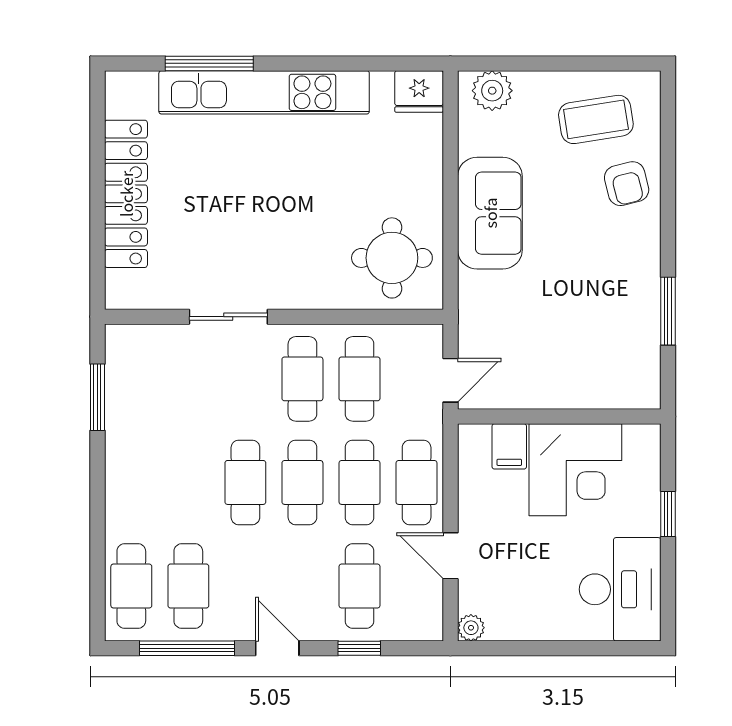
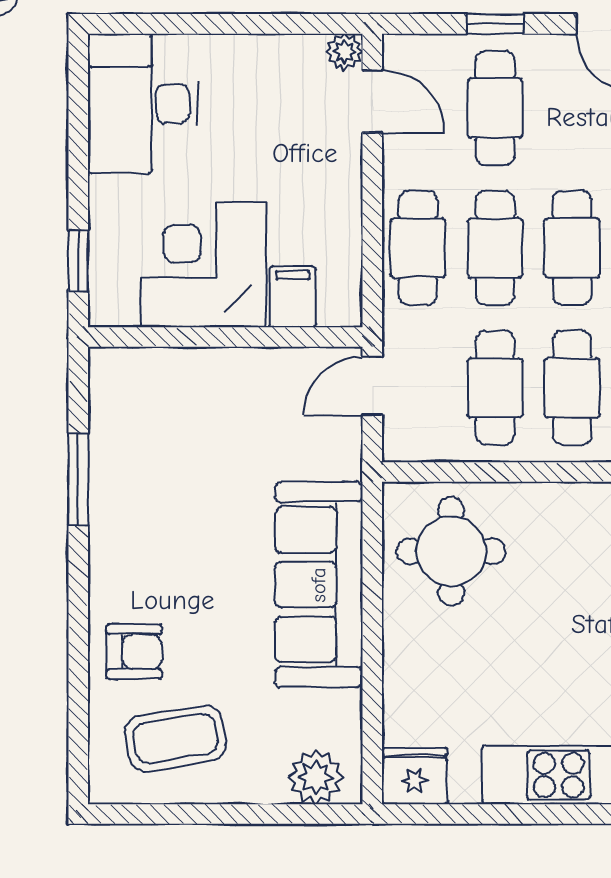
armchair: (627, 184) -> (134, 652), turned 104
sofa: (490, 213) -> (319, 585), width x1.36
window: (668, 514) -> (78, 261), moved
door: (450, 556) -> (372, 101), moved

